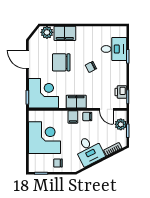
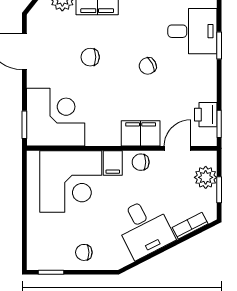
chair: (61, 62) -> (90, 57), width x0.54, depth x0.54
filing cabinet: (76, 102) -> (141, 133), moved
door: (106, 109) -> (177, 148), swing flipped
corner desk: (44, 138) -> (71, 181), moved, turned 90

